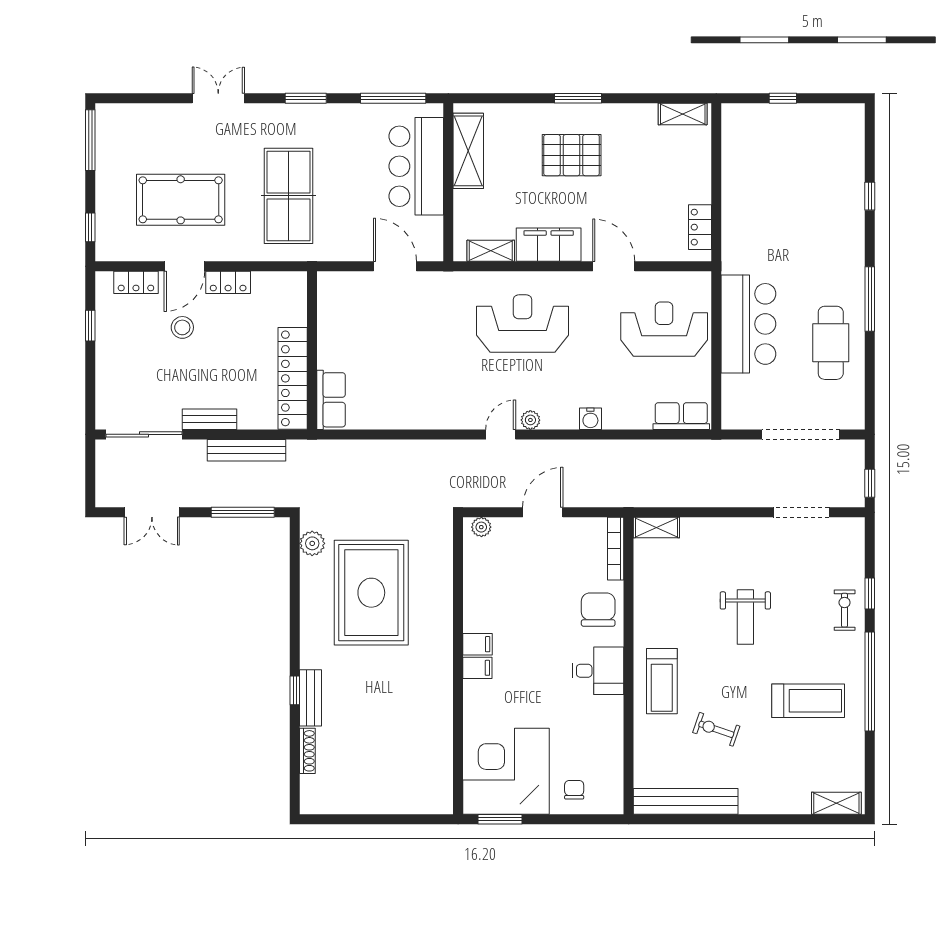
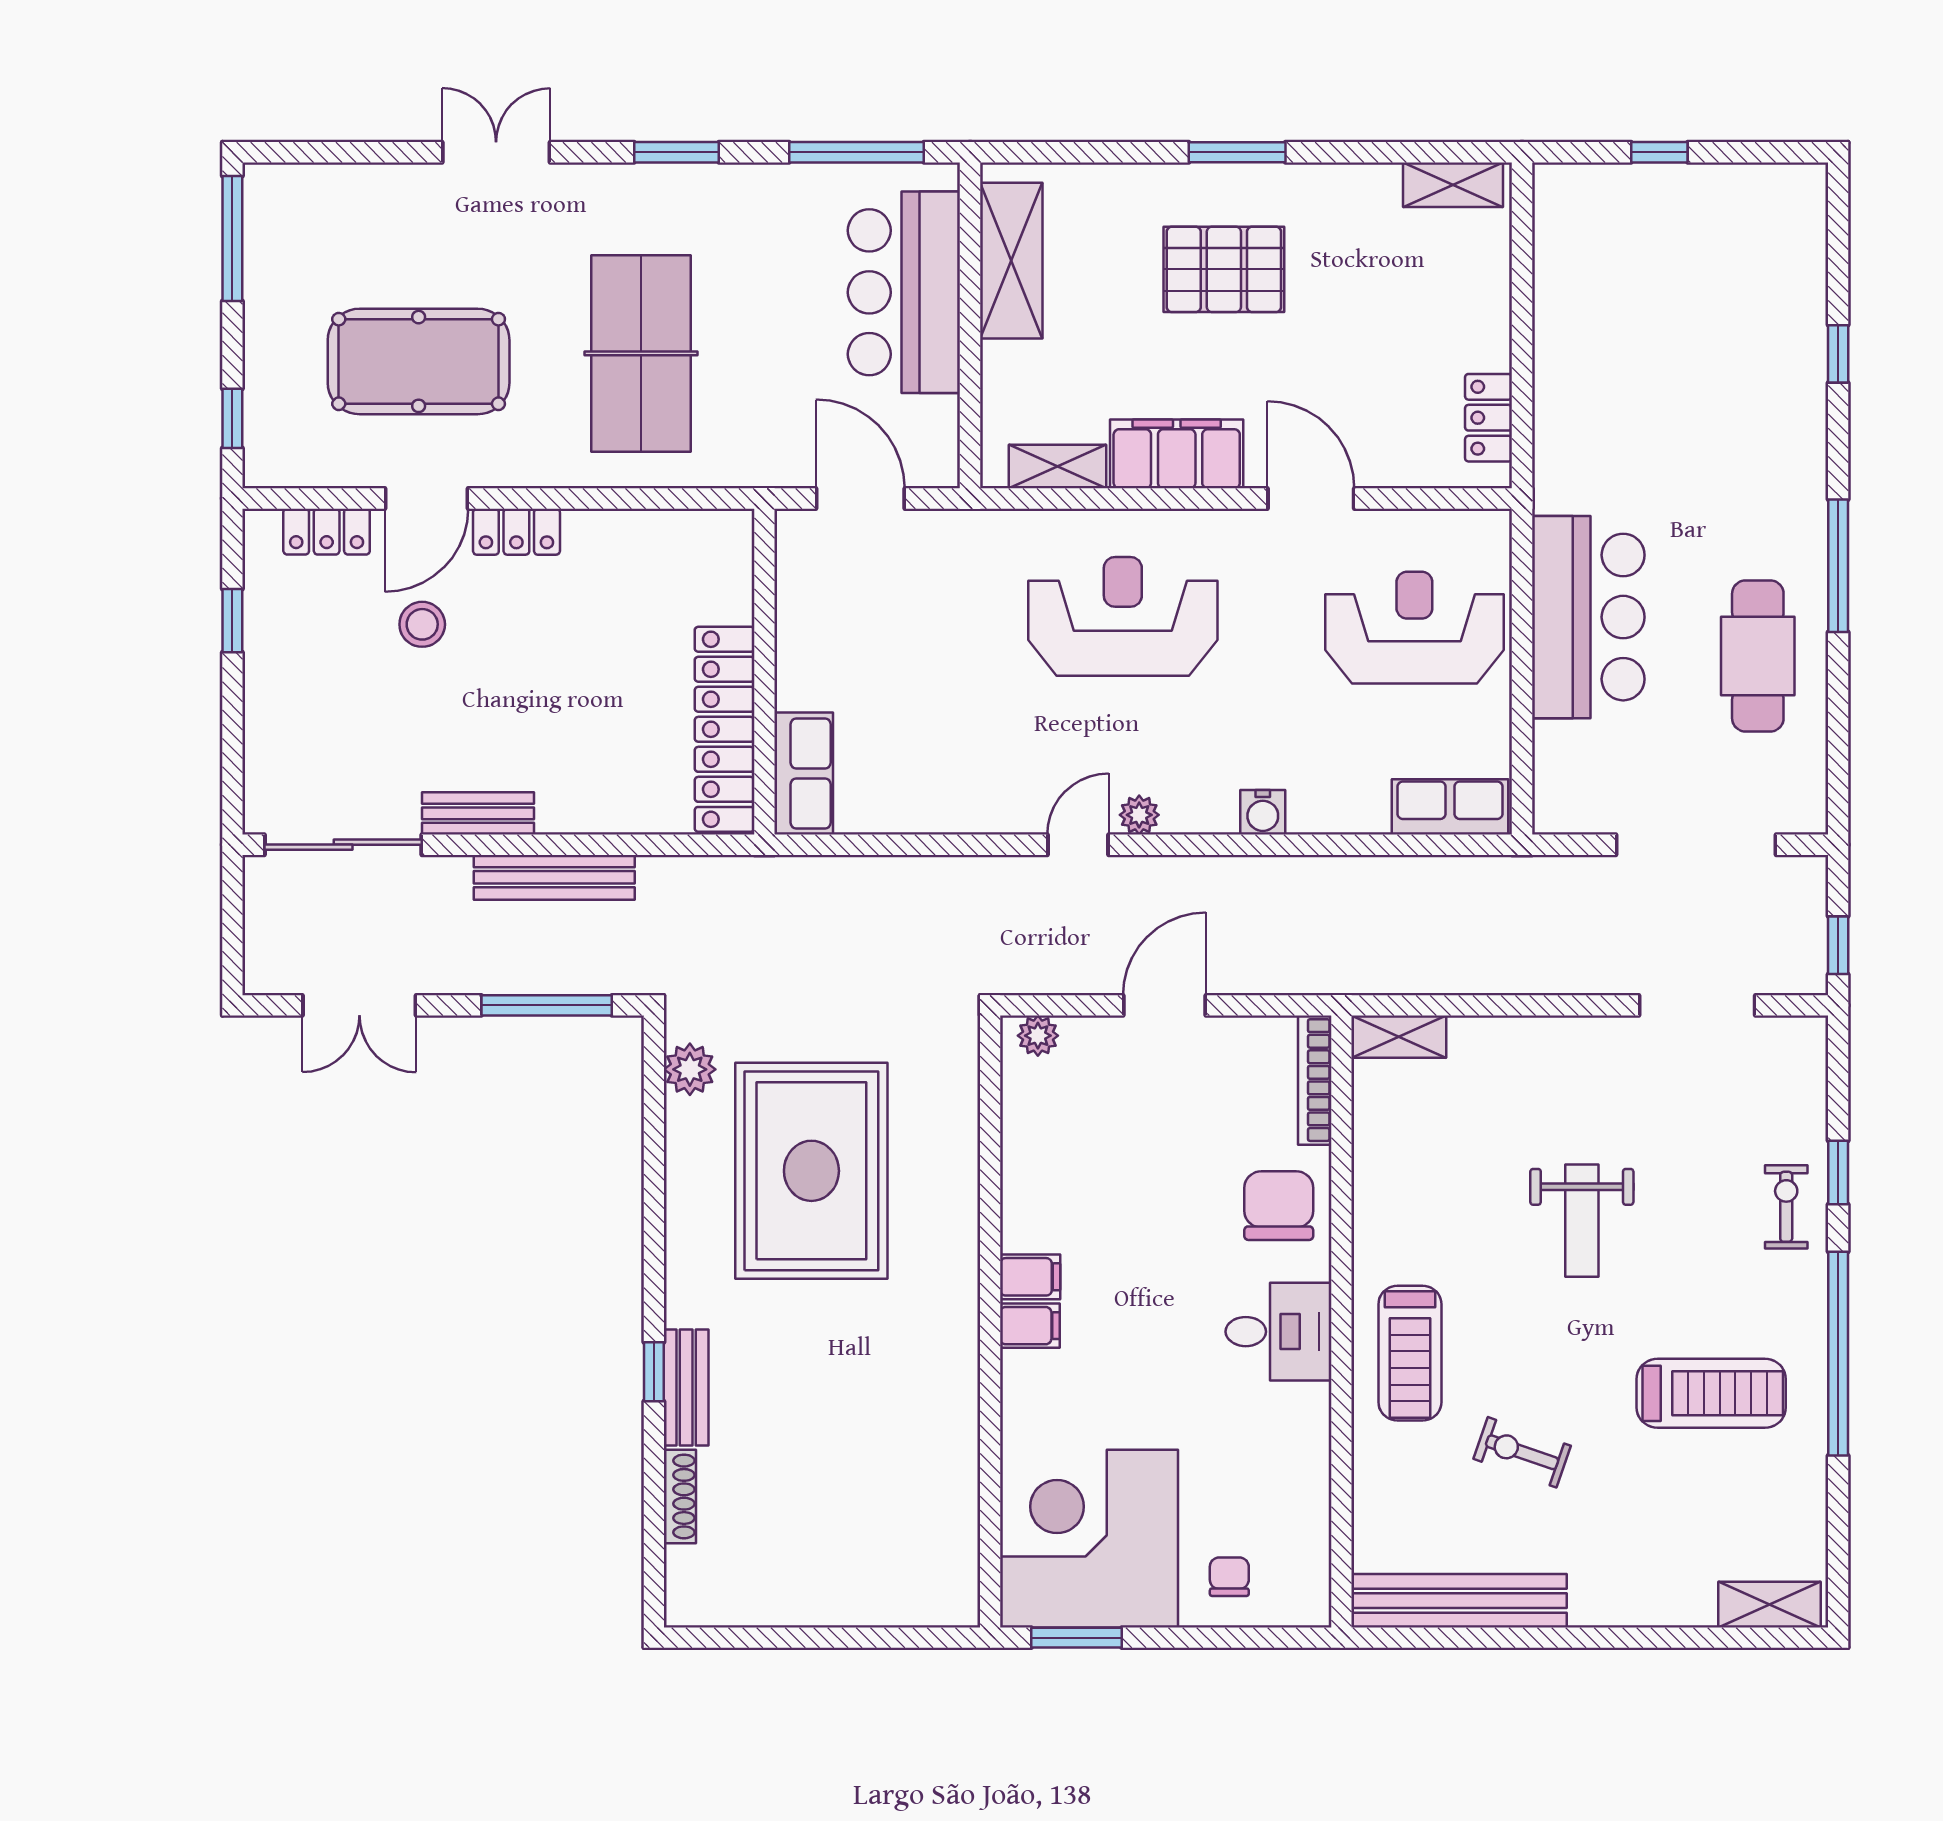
wall: (312, 350) -> (764, 672), moved
locker: (293, 378) -> (725, 729), moved
row of seats: (331, 400) -> (804, 773), moved

